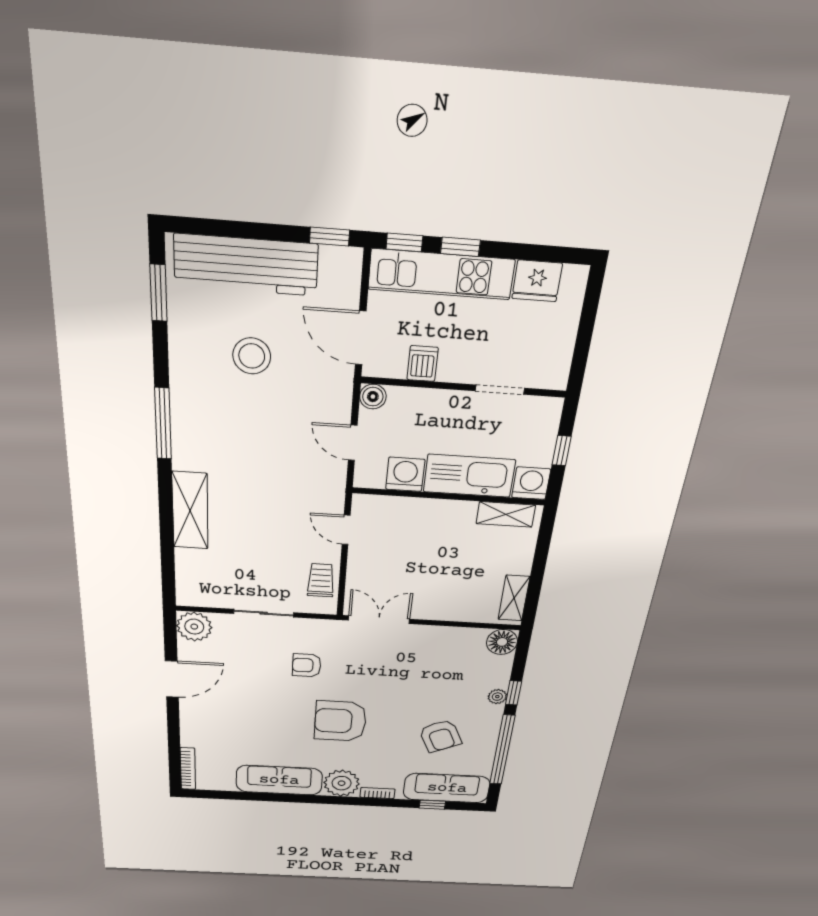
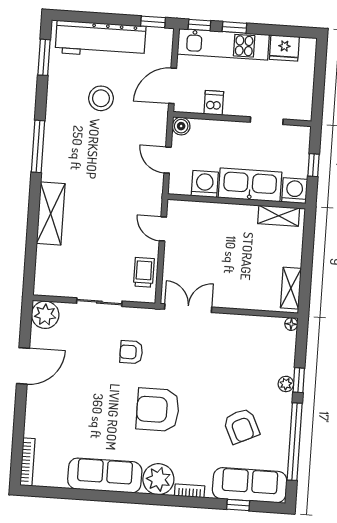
door: (361, 338) -> (173, 86), hinge flipped
floor lamp: (502, 642) -> (291, 324), width x0.53, depth x0.53

